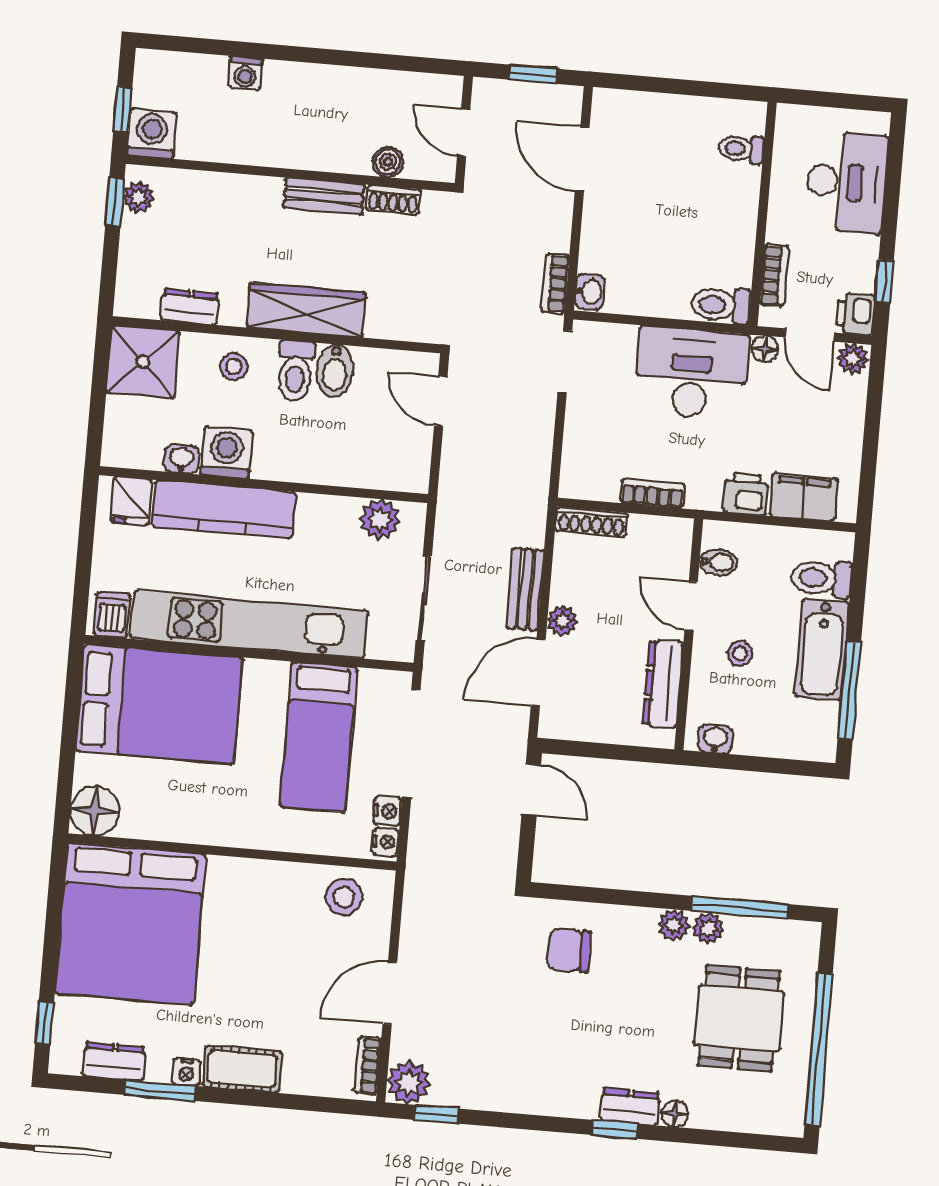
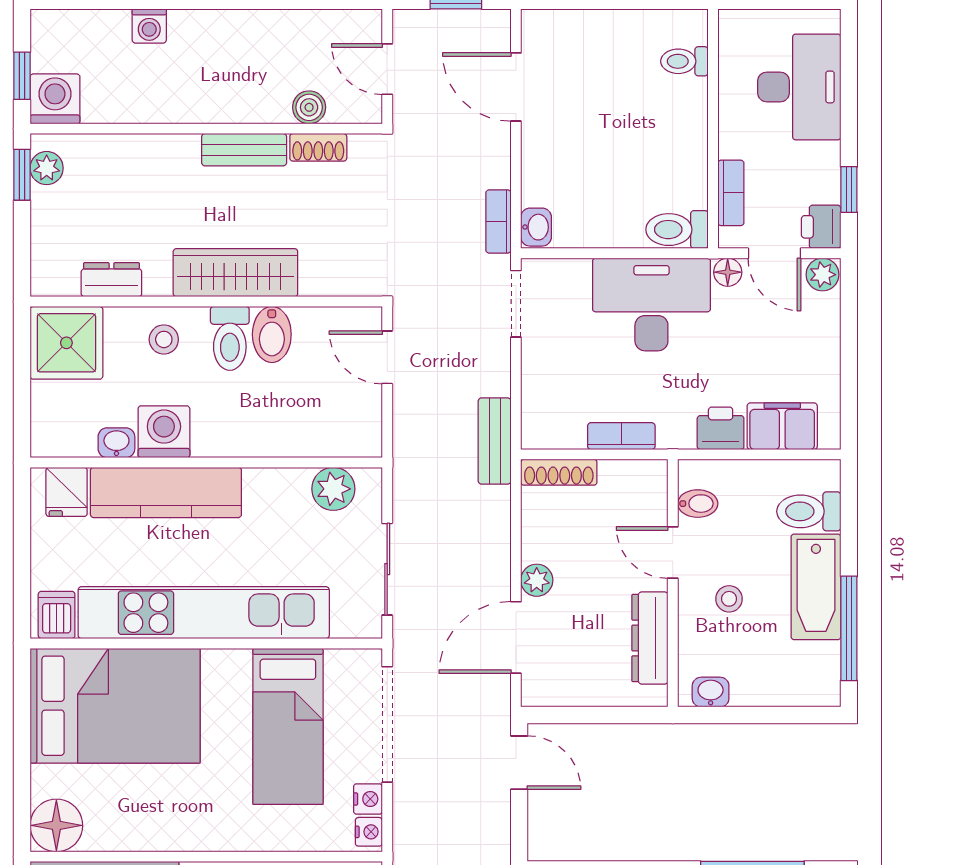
bench: (525, 589) -> (495, 441), moved

